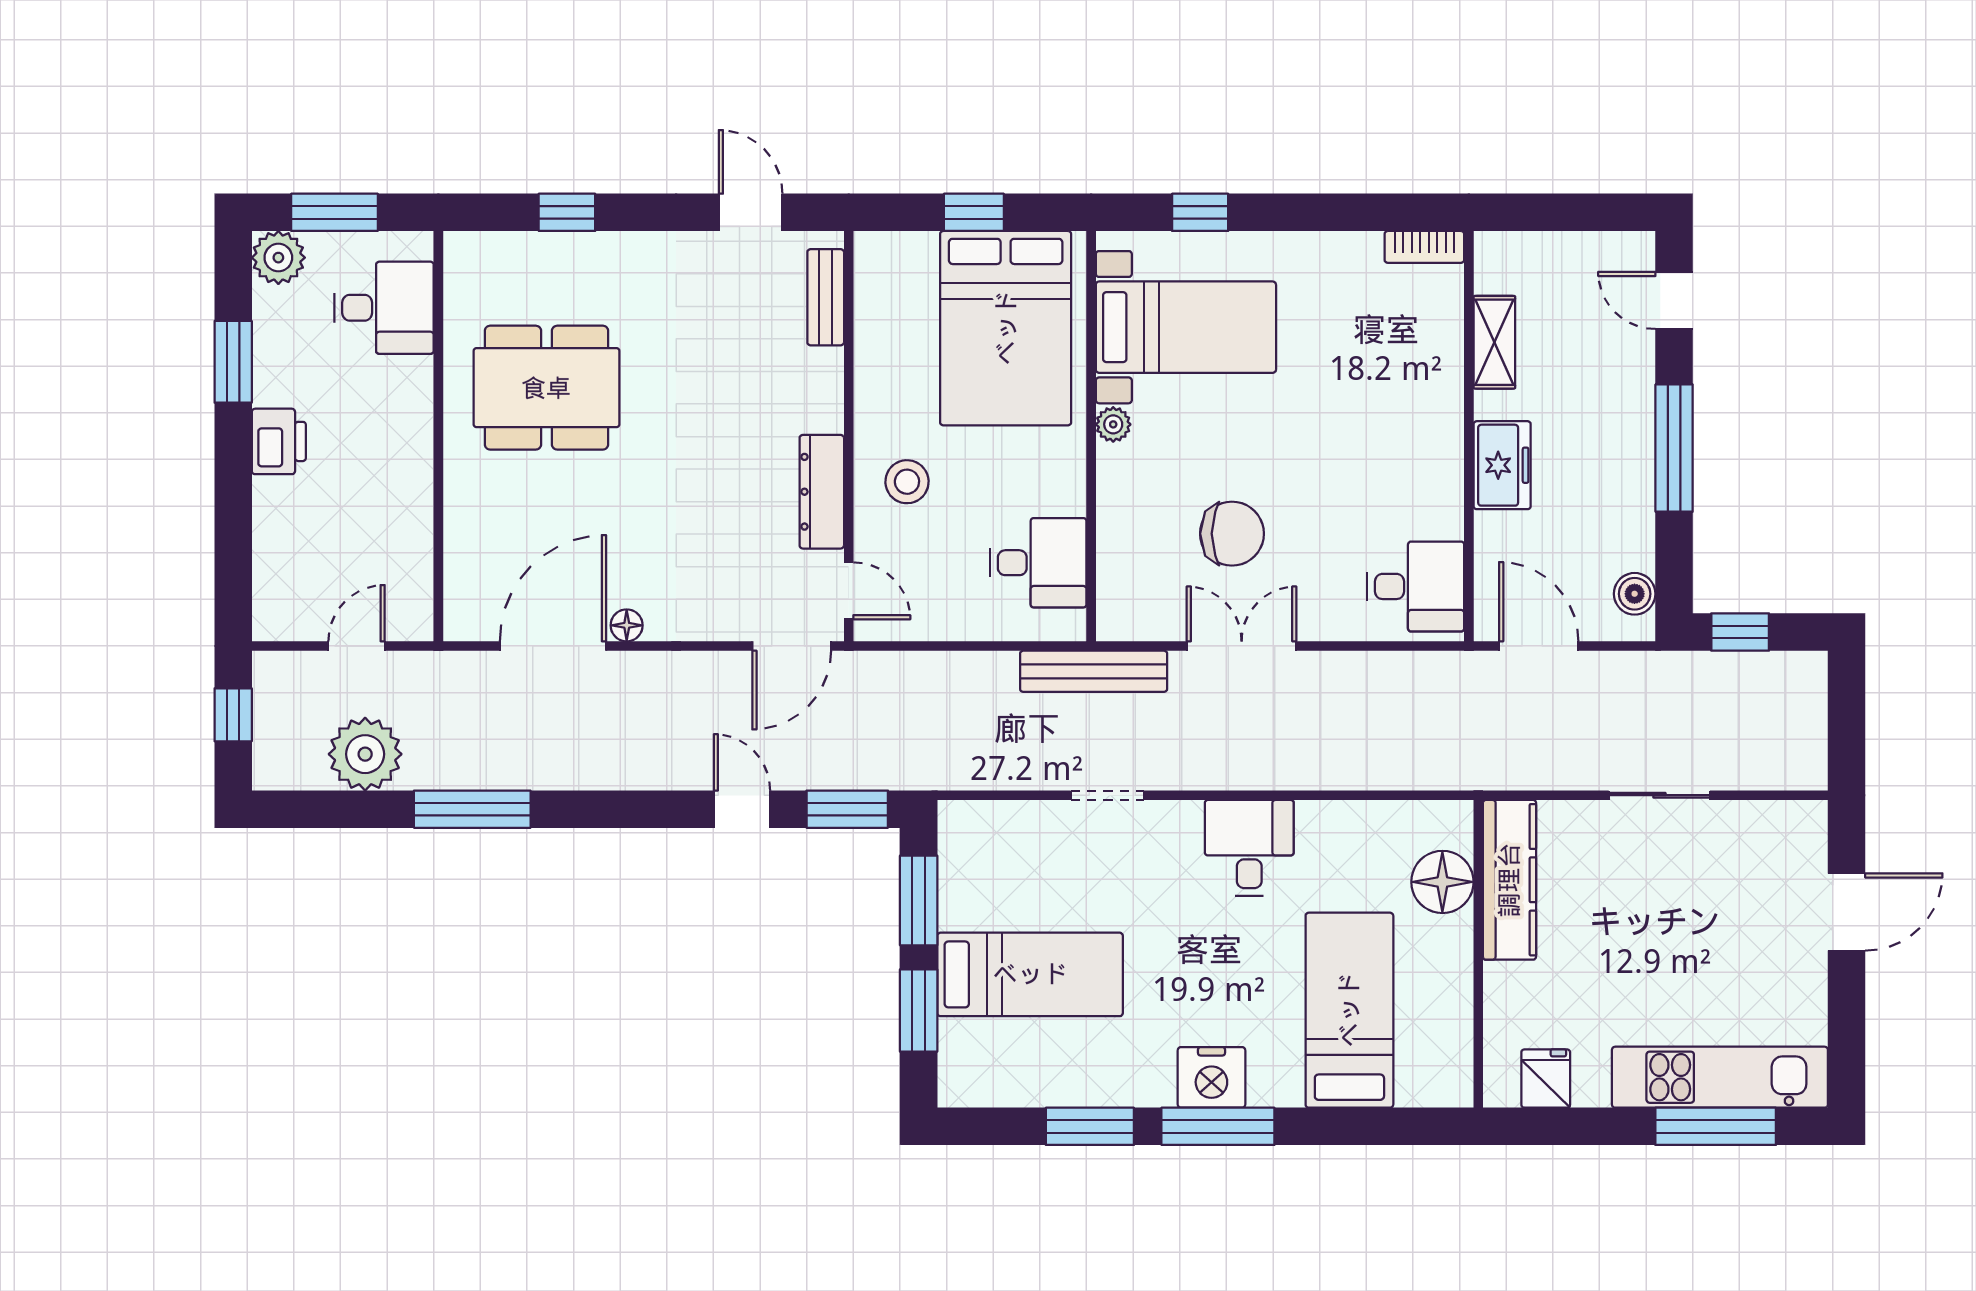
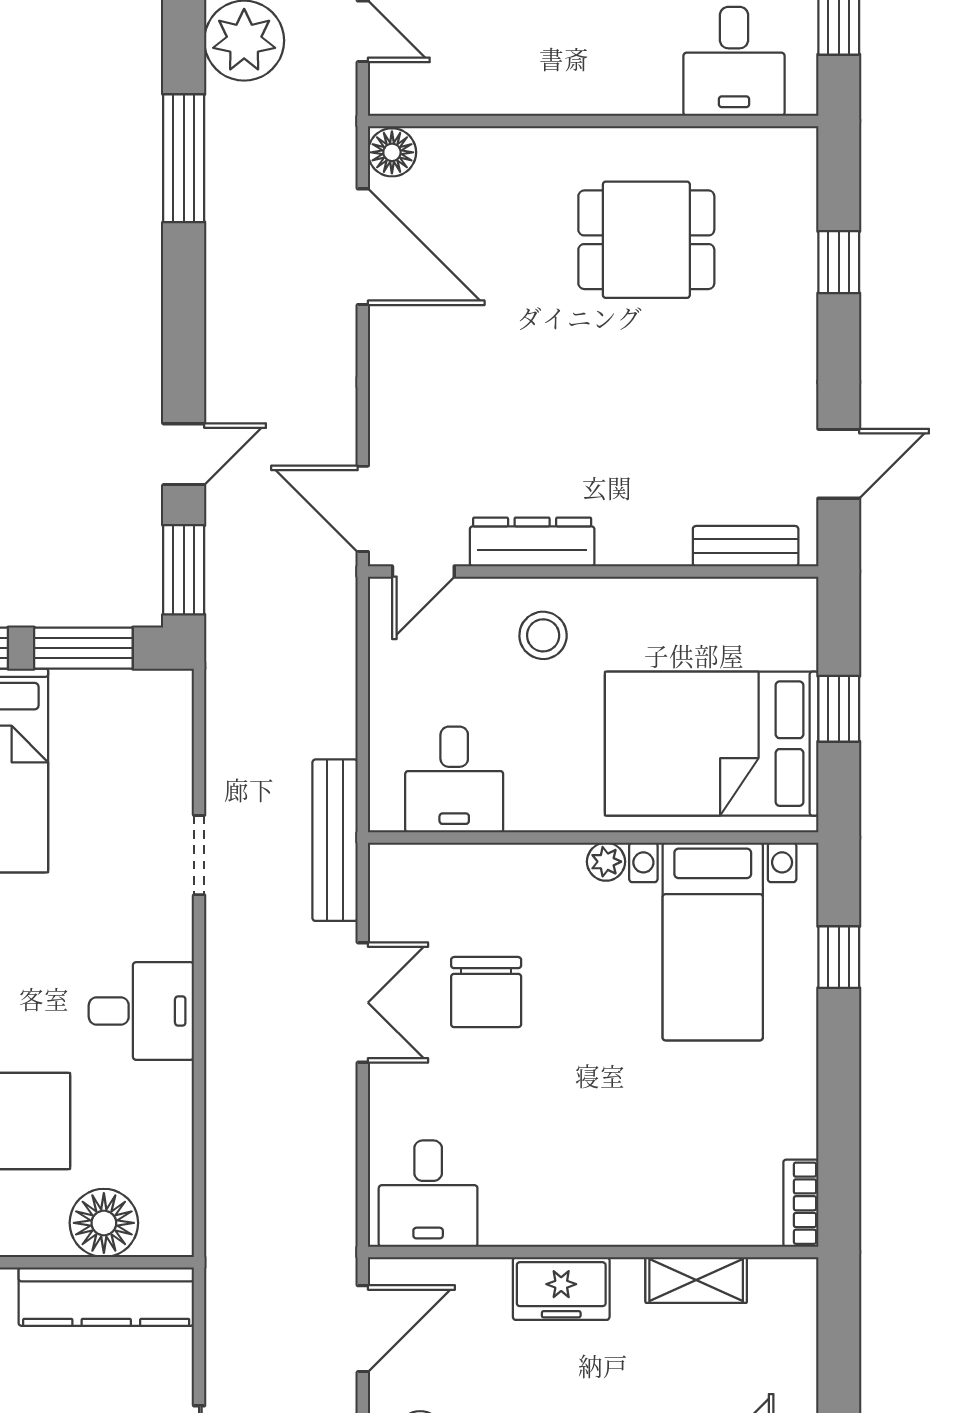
dining table: (546, 388) -> (646, 240), width x0.73
floor lamp: (627, 625) -> (392, 152), moved, width x1.37, depth x1.37

